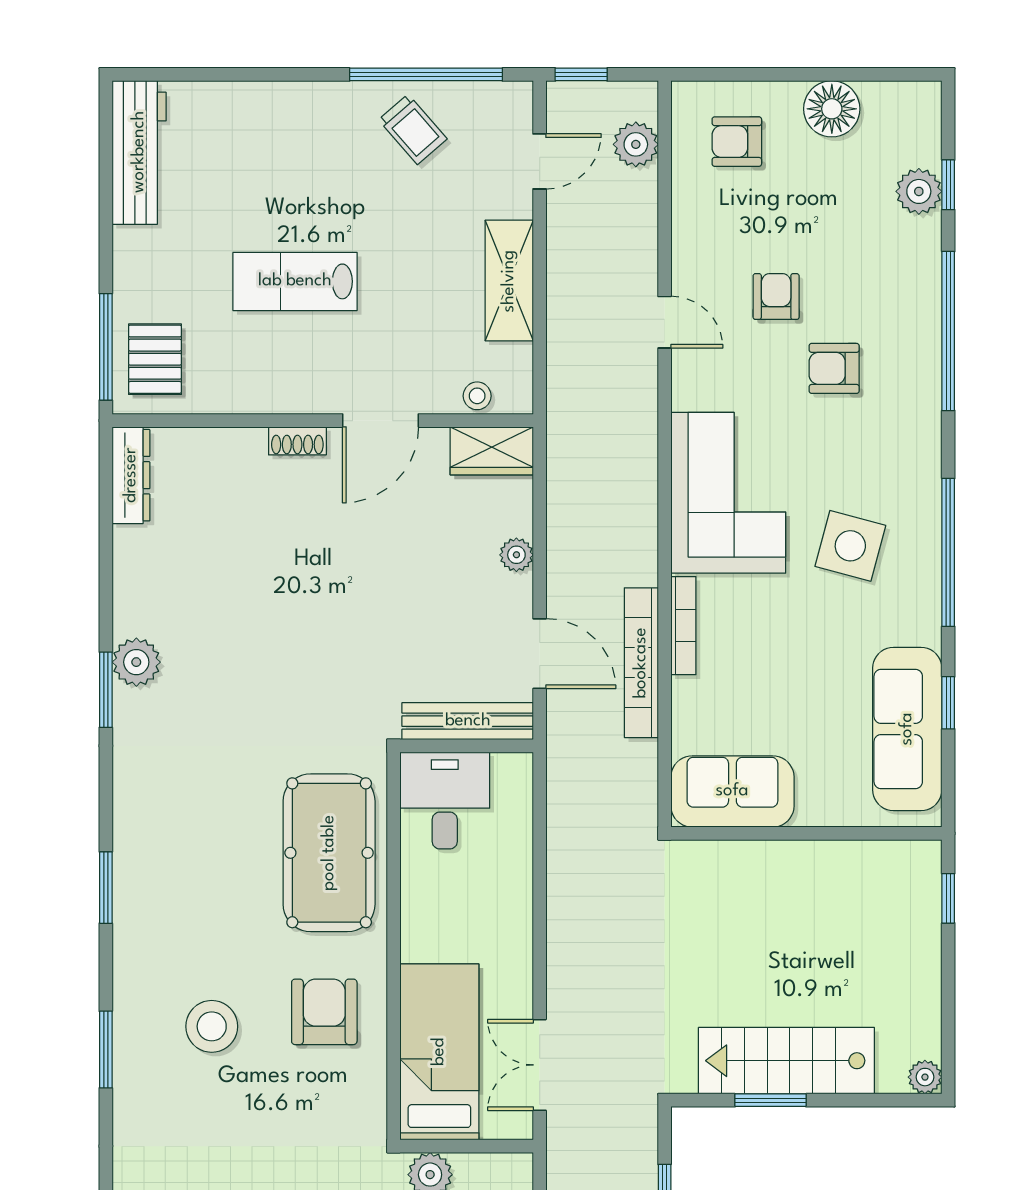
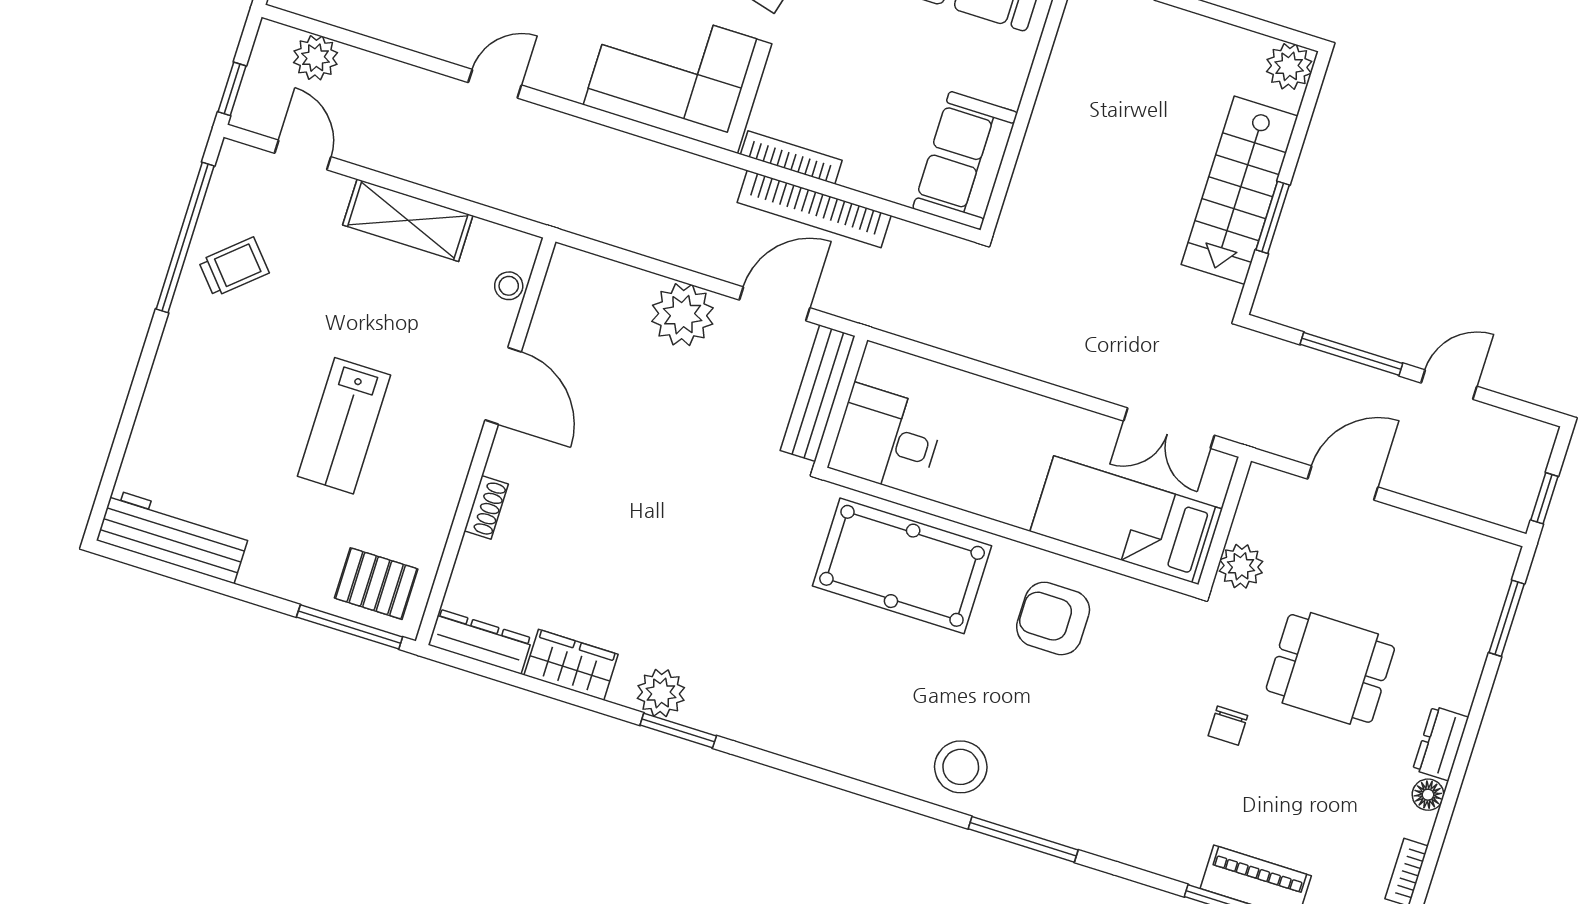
shoe rack: (297, 441) -> (486, 507), moved
wardrobe: (492, 451) -> (571, 665), moved, turned -90
plant: (516, 555) -> (683, 315), width x1.87, depth x1.87
window: (106, 888) -> (868, 790), removed
stool: (212, 1026) -> (961, 767), moved
window: (106, 1050) -> (1023, 839), width x1.44
plant: (925, 1077) -> (1289, 66), width x1.38, depth x1.38

